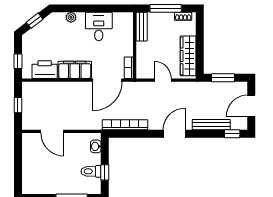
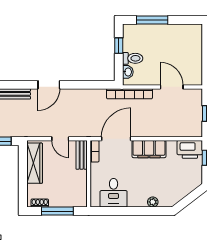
window: (35, 21) -> (190, 199), removed
desk: (99, 27) -> (114, 193), moved
bench: (142, 27) -> (82, 155), moved
printer: (45, 70) -> (190, 149), moved
bookcase: (125, 125) -> (130, 94), moved
toilet: (91, 171) -> (133, 58), moved

